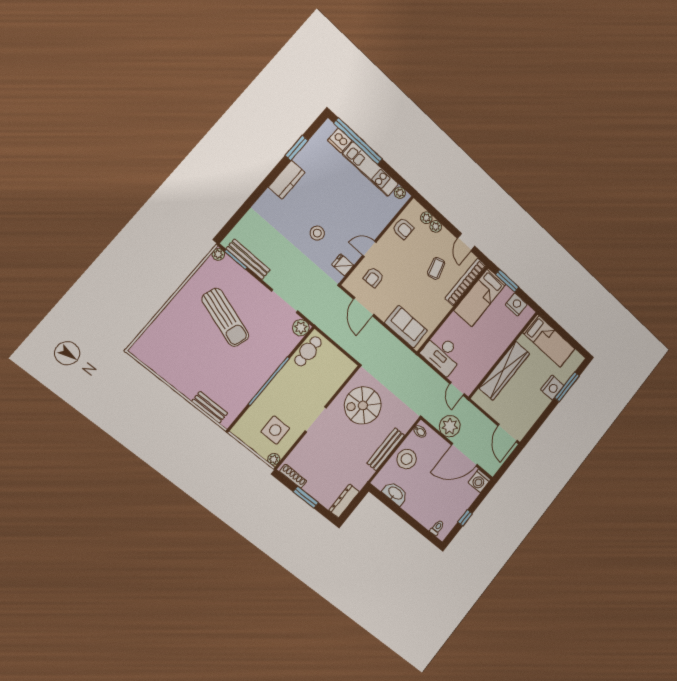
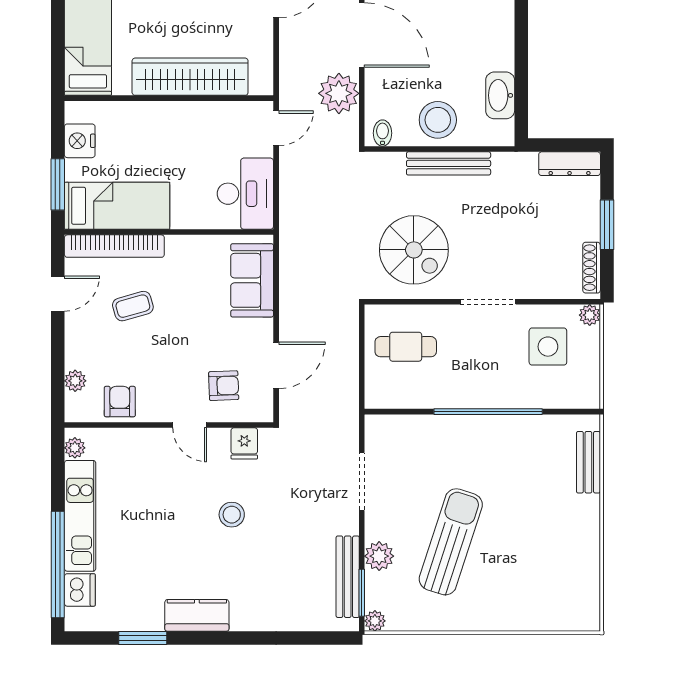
plant: (436, 226) -> (75, 357), removed
plant: (301, 328) -> (379, 556), moved
cafe table: (308, 351) -> (406, 347), moved

